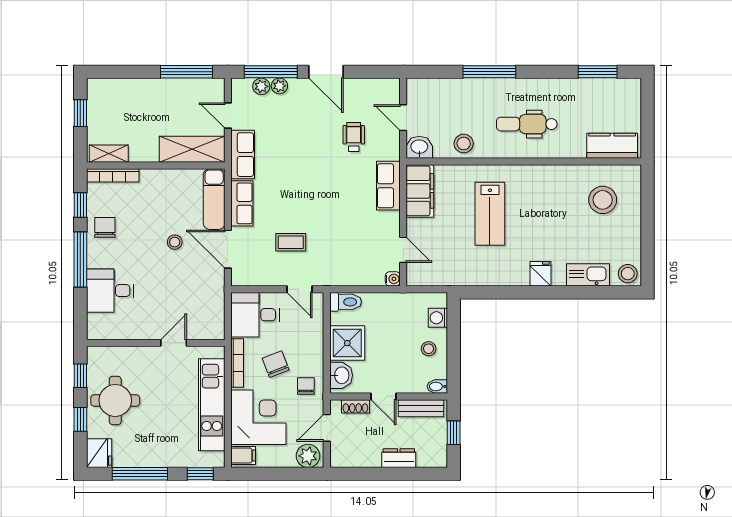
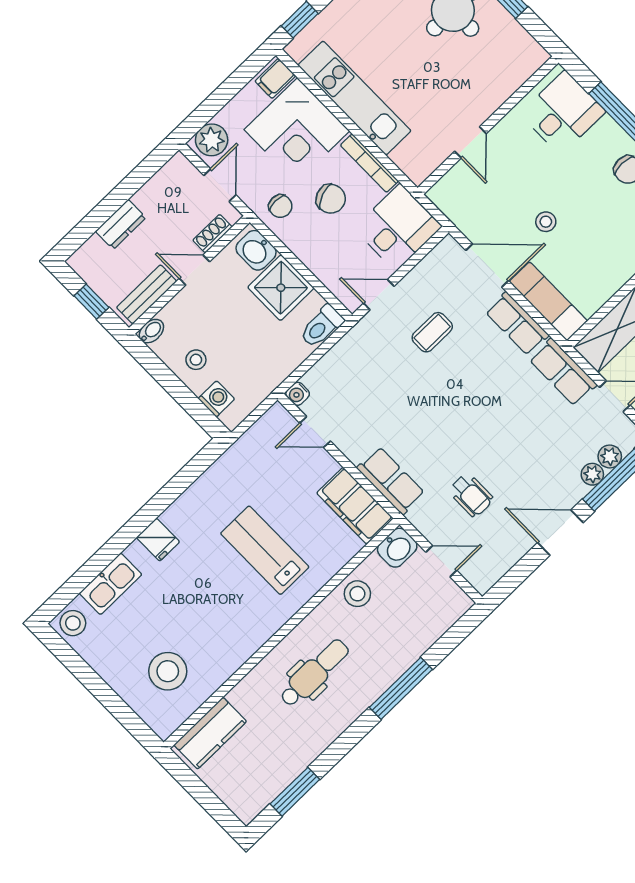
wall: (156, 343) -> (488, 125), moved
door: (174, 343) -> (470, 142), moved

